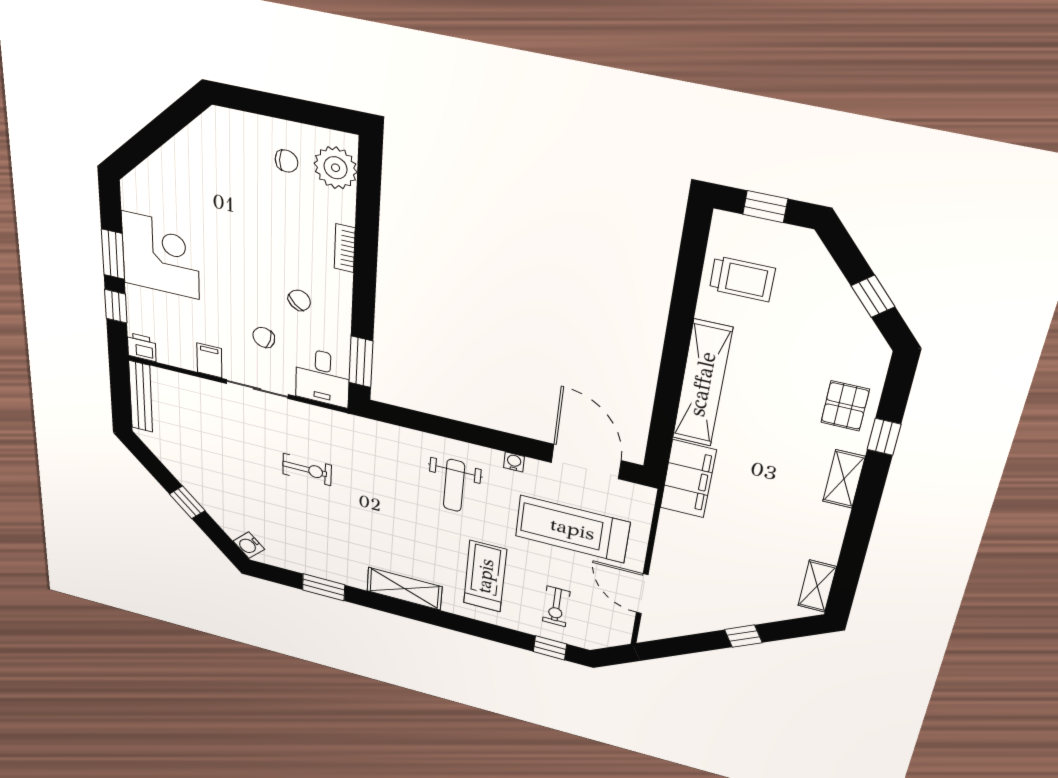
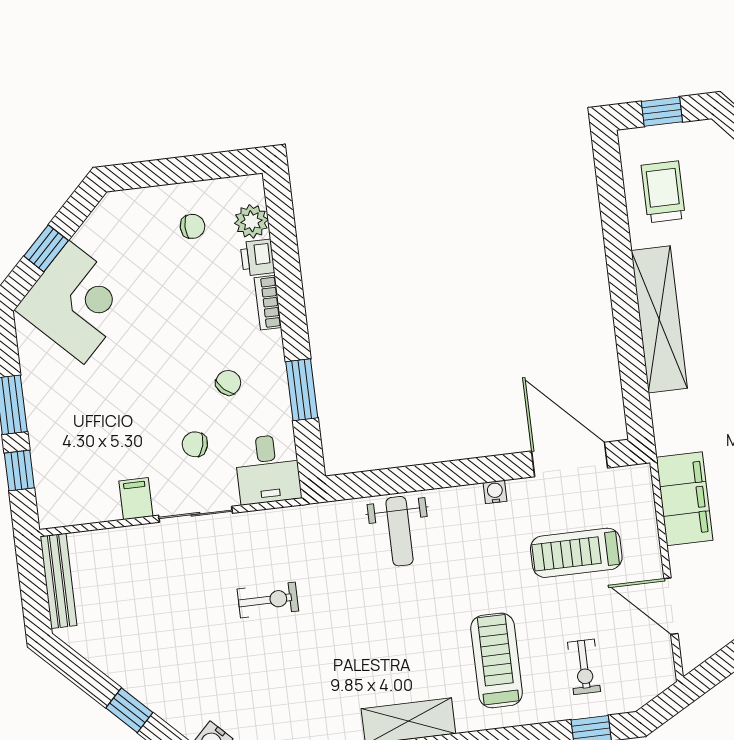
window: (153, 136) -> (46, 248), added
plant: (336, 168) -> (251, 221), width x0.73, depth x0.73
corner desk: (161, 255) -> (76, 302), moved, turned 45
trolley: (742, 279) -> (663, 192), turned -90
printer: (142, 347) -> (257, 258), moved, turned -90
window: (361, 362) -> (302, 390), moved
filing cabinet: (688, 479) -> (684, 499), moved
weight bench: (454, 485) -> (400, 531), moved
treadmill: (572, 529) -> (576, 553), width x0.73, depth x0.73

